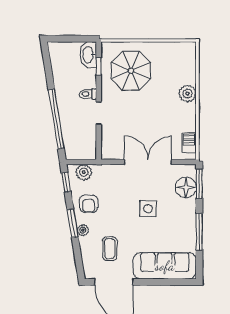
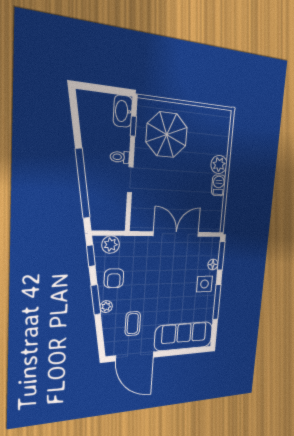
barbecue: (189, 143) -> (219, 185), moved
floor lamp: (186, 187) -> (213, 264), width x0.53, depth x0.53
side table: (148, 209) -> (205, 284), moved

